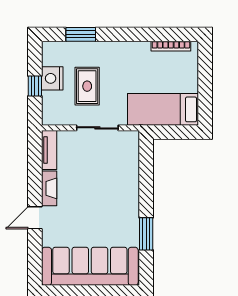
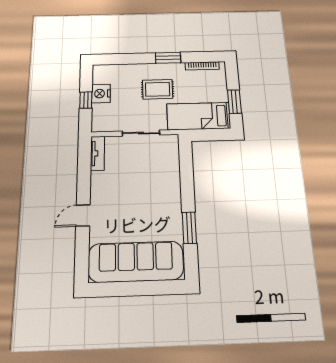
window: (81, 34) -> (168, 58), moved
rug: (87, 86) -> (158, 89), moved, turned 90
window: (205, 93) -> (234, 102), added
fireplace: (49, 188) -> (97, 188), removed

